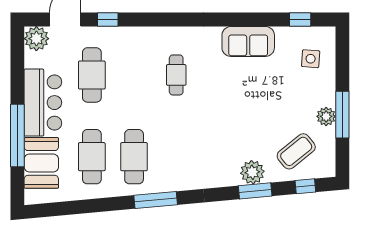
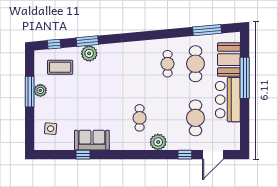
window: (300, 20) -> (83, 155), moved
plant: (36, 39) -> (158, 142), moved
coffee table: (296, 151) -> (60, 67), turned 39
cafe table: (134, 157) -> (168, 64), width x0.73, depth x0.74
window: (156, 200) -> (207, 30), moved

